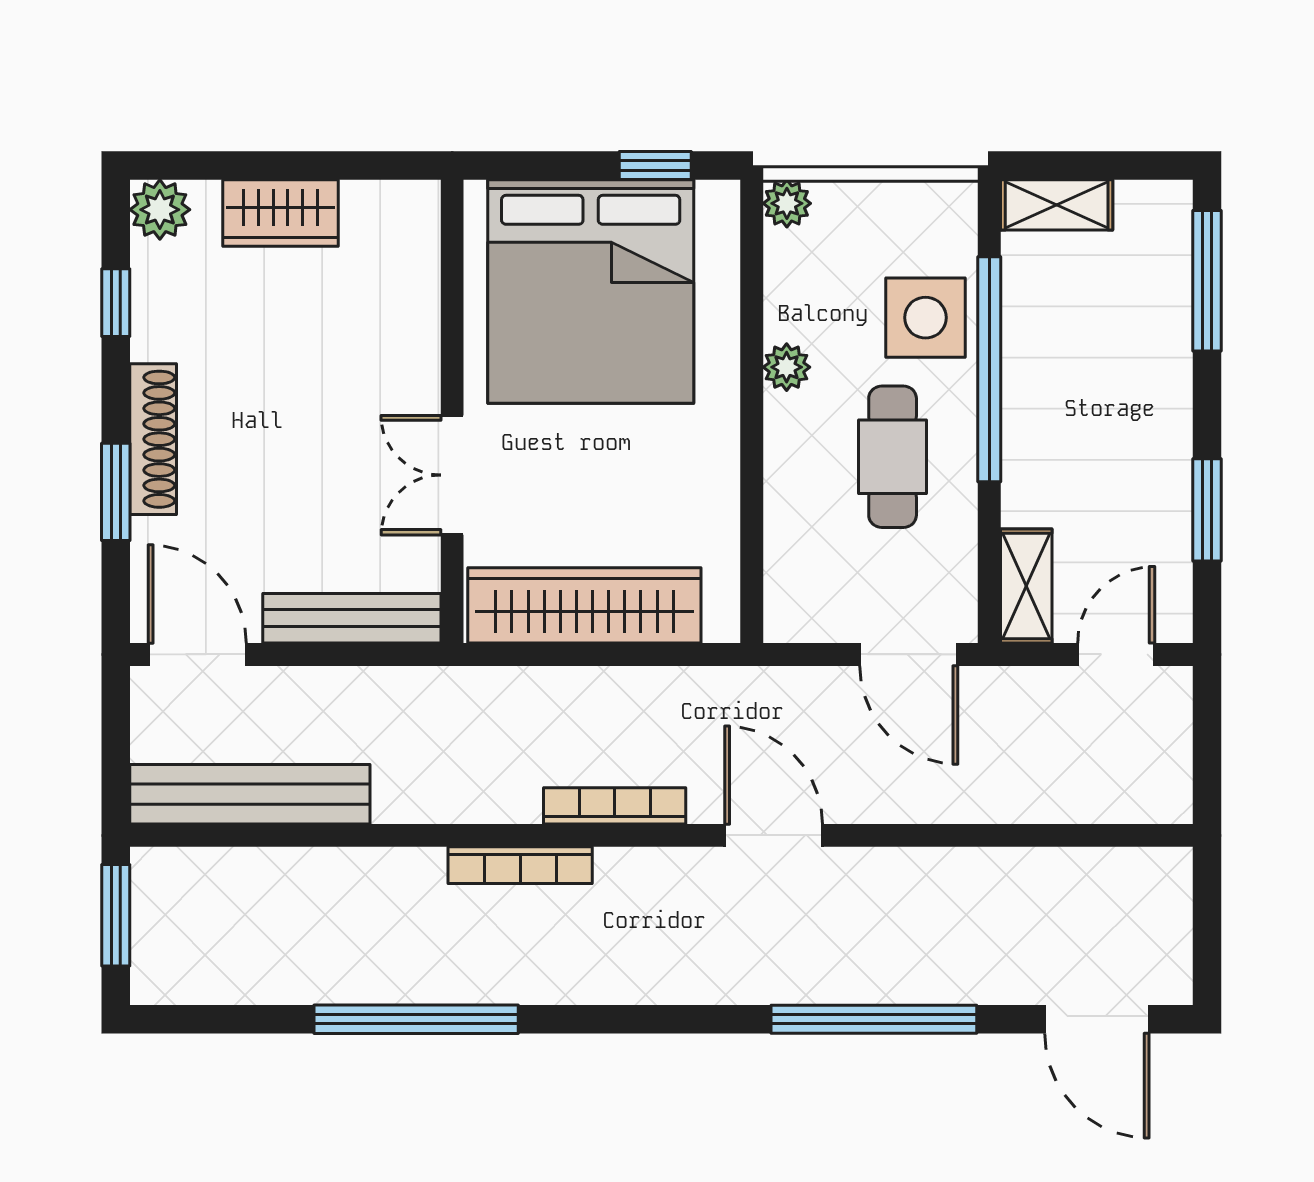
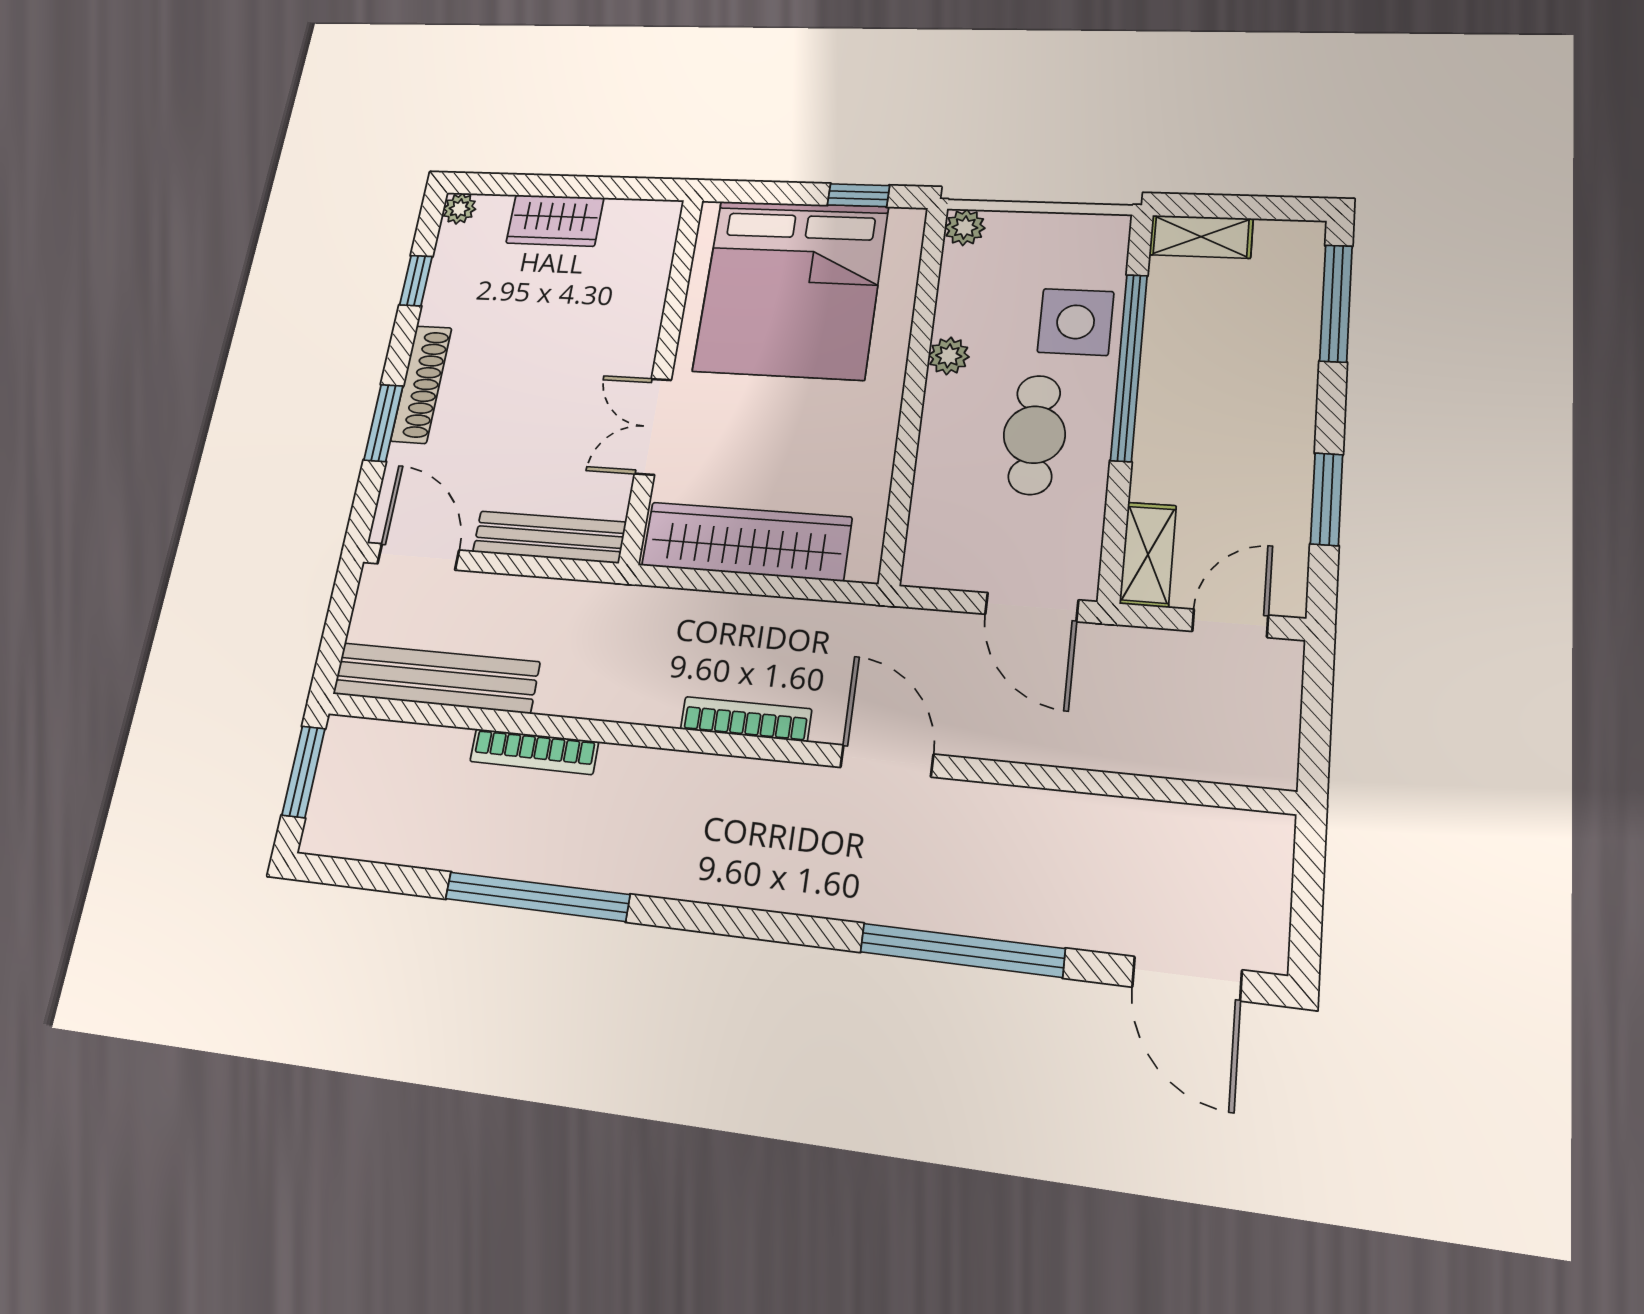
plant: (160, 210) -> (459, 209), width x0.73, depth x0.73
bookcase: (520, 865) -> (534, 752), moved

